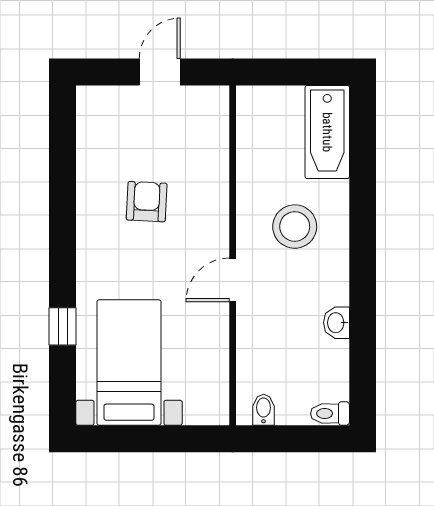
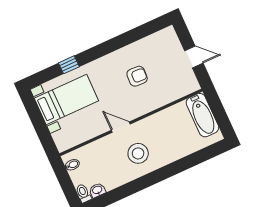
bathtub: (327, 132) -> (202, 115), moved, turned -90
stool: (295, 227) -> (138, 153), moved
washbasin: (336, 323) -> (97, 190), moved

